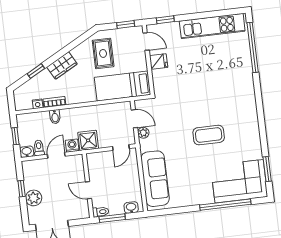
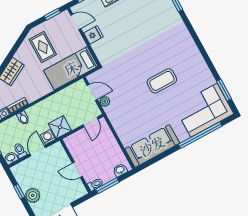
sofa: (155, 179) -> (152, 146), moved, turned -90

